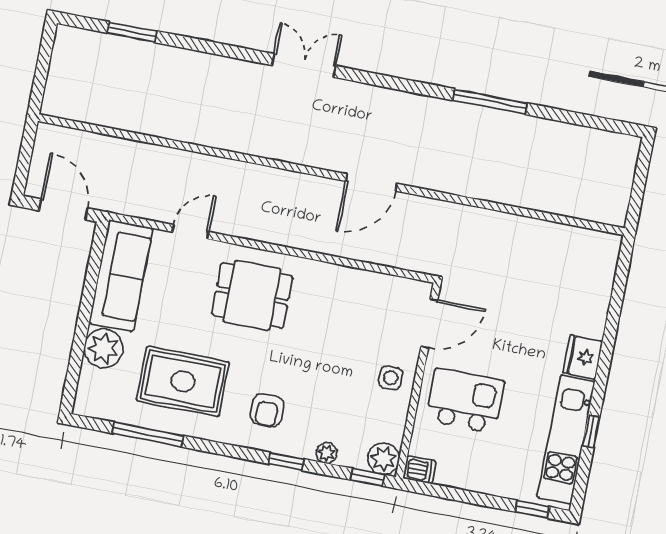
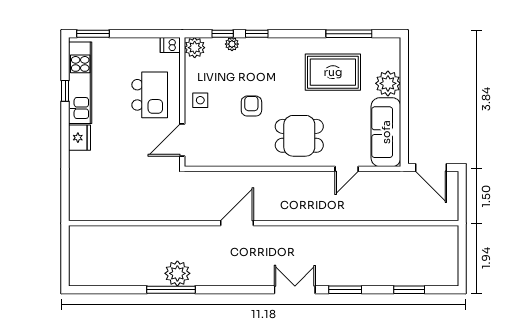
window: (228, 51) -> (345, 290), added
double door: (304, 65) -> (295, 290), swing flipped
plant: (476, 124) -> (177, 273), added
kitchen island: (465, 401) -> (150, 95), turned -90
armchair: (267, 410) -> (251, 106), moved
window: (367, 477) -> (223, 34), moved
window: (532, 509) -> (93, 34), width x1.50

